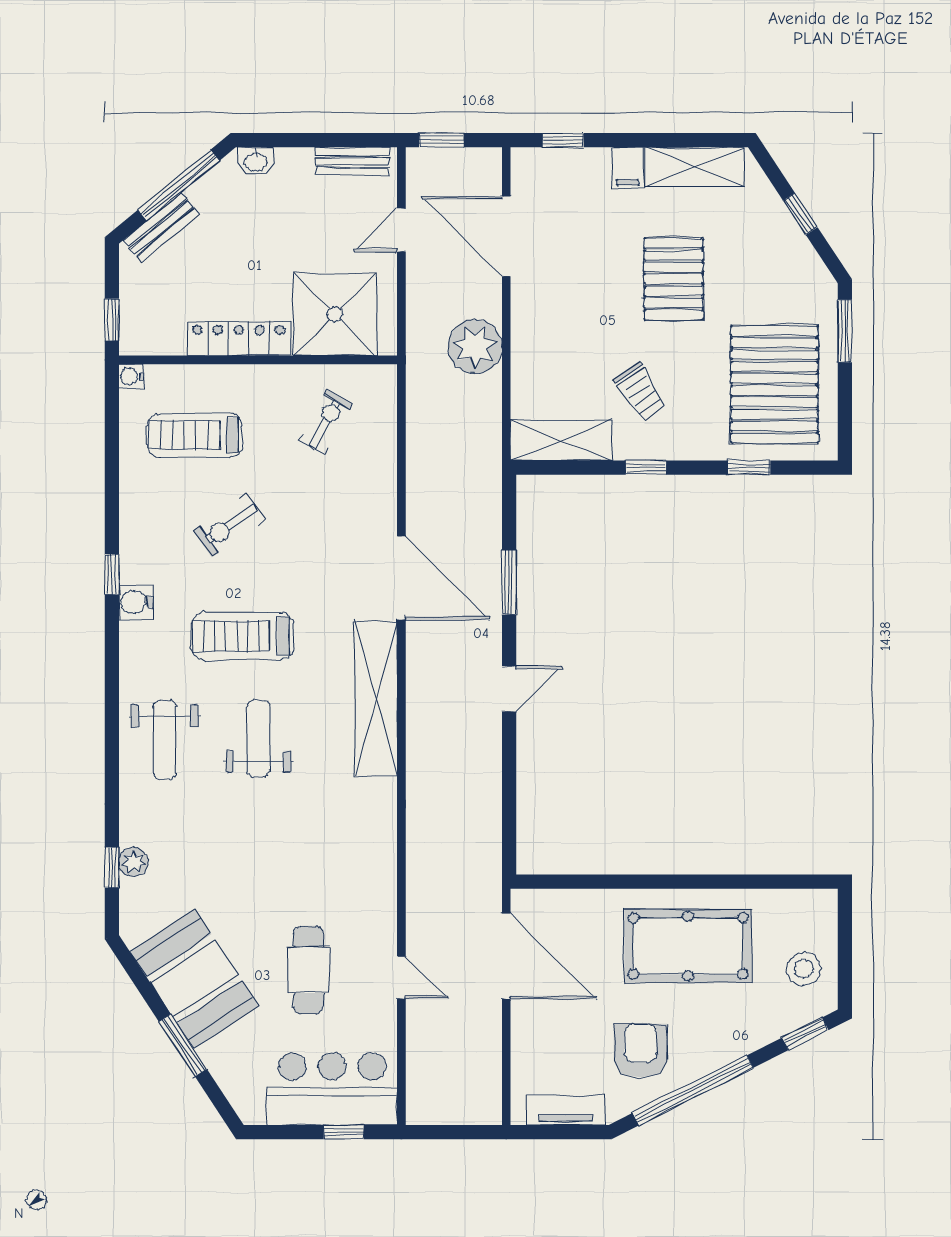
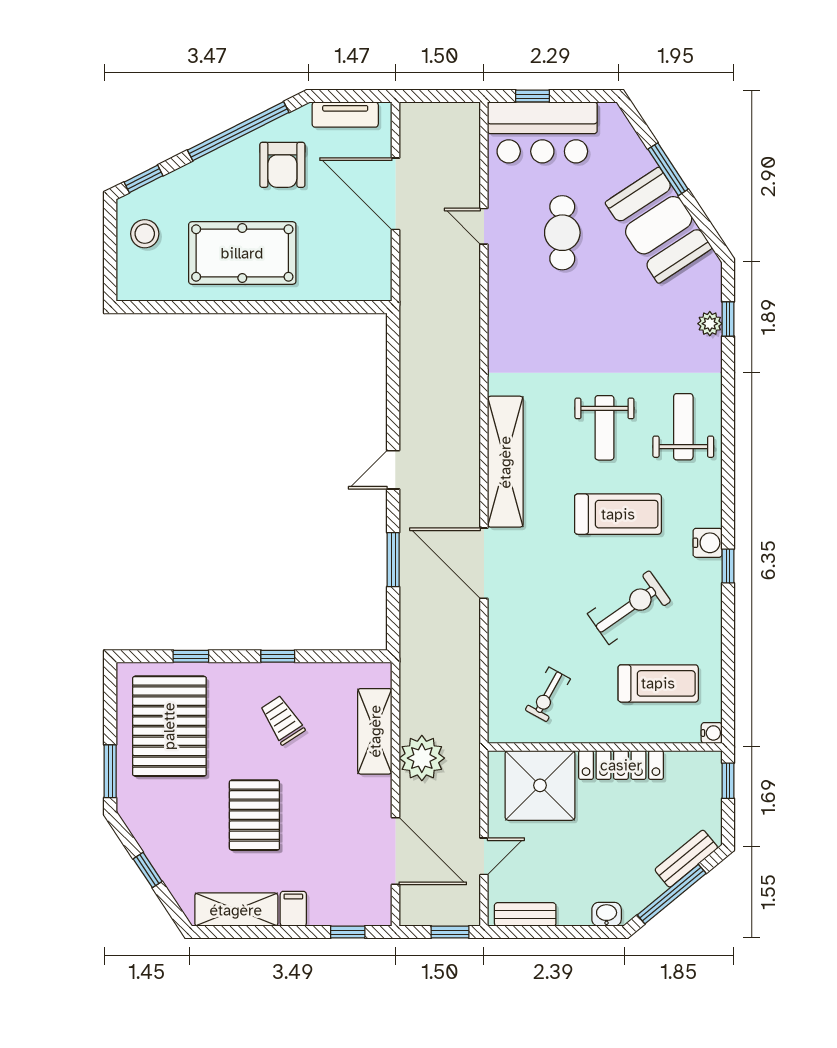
shelving: (561, 440) -> (375, 731), moved, turned 90
exercise bike: (229, 525) -> (629, 607), width x1.38, depth x1.39
door: (506, 956) -> (395, 194), moved

